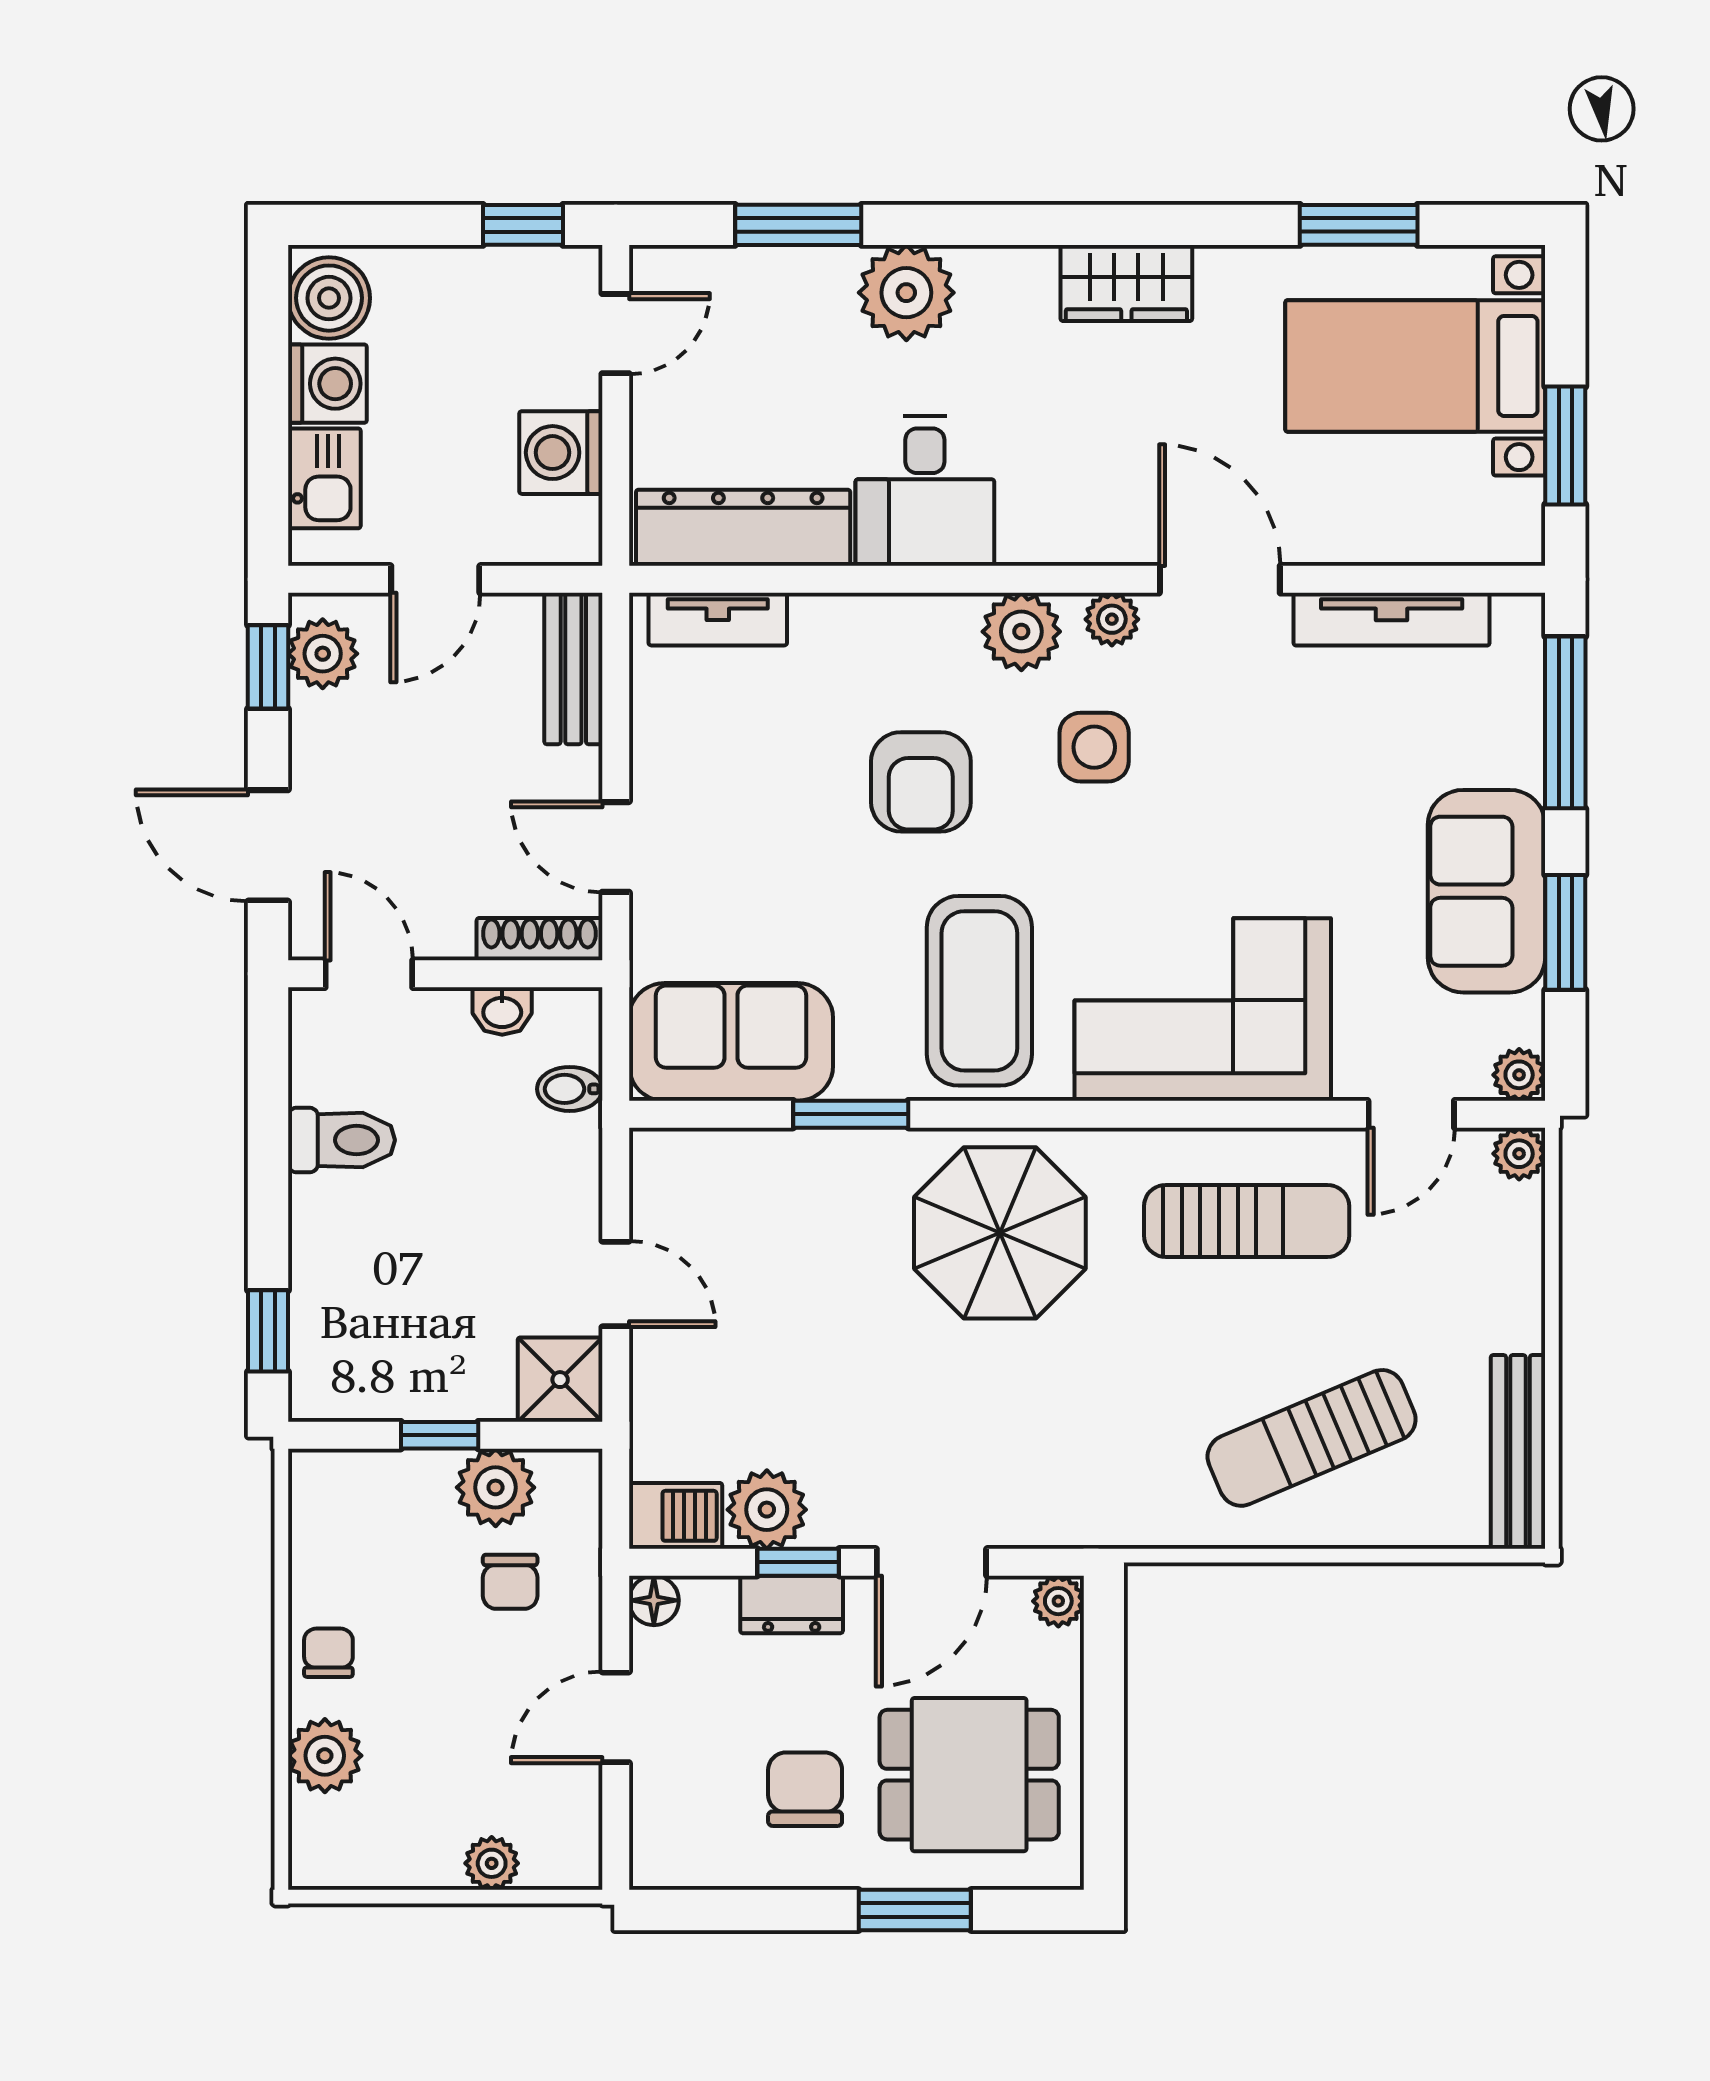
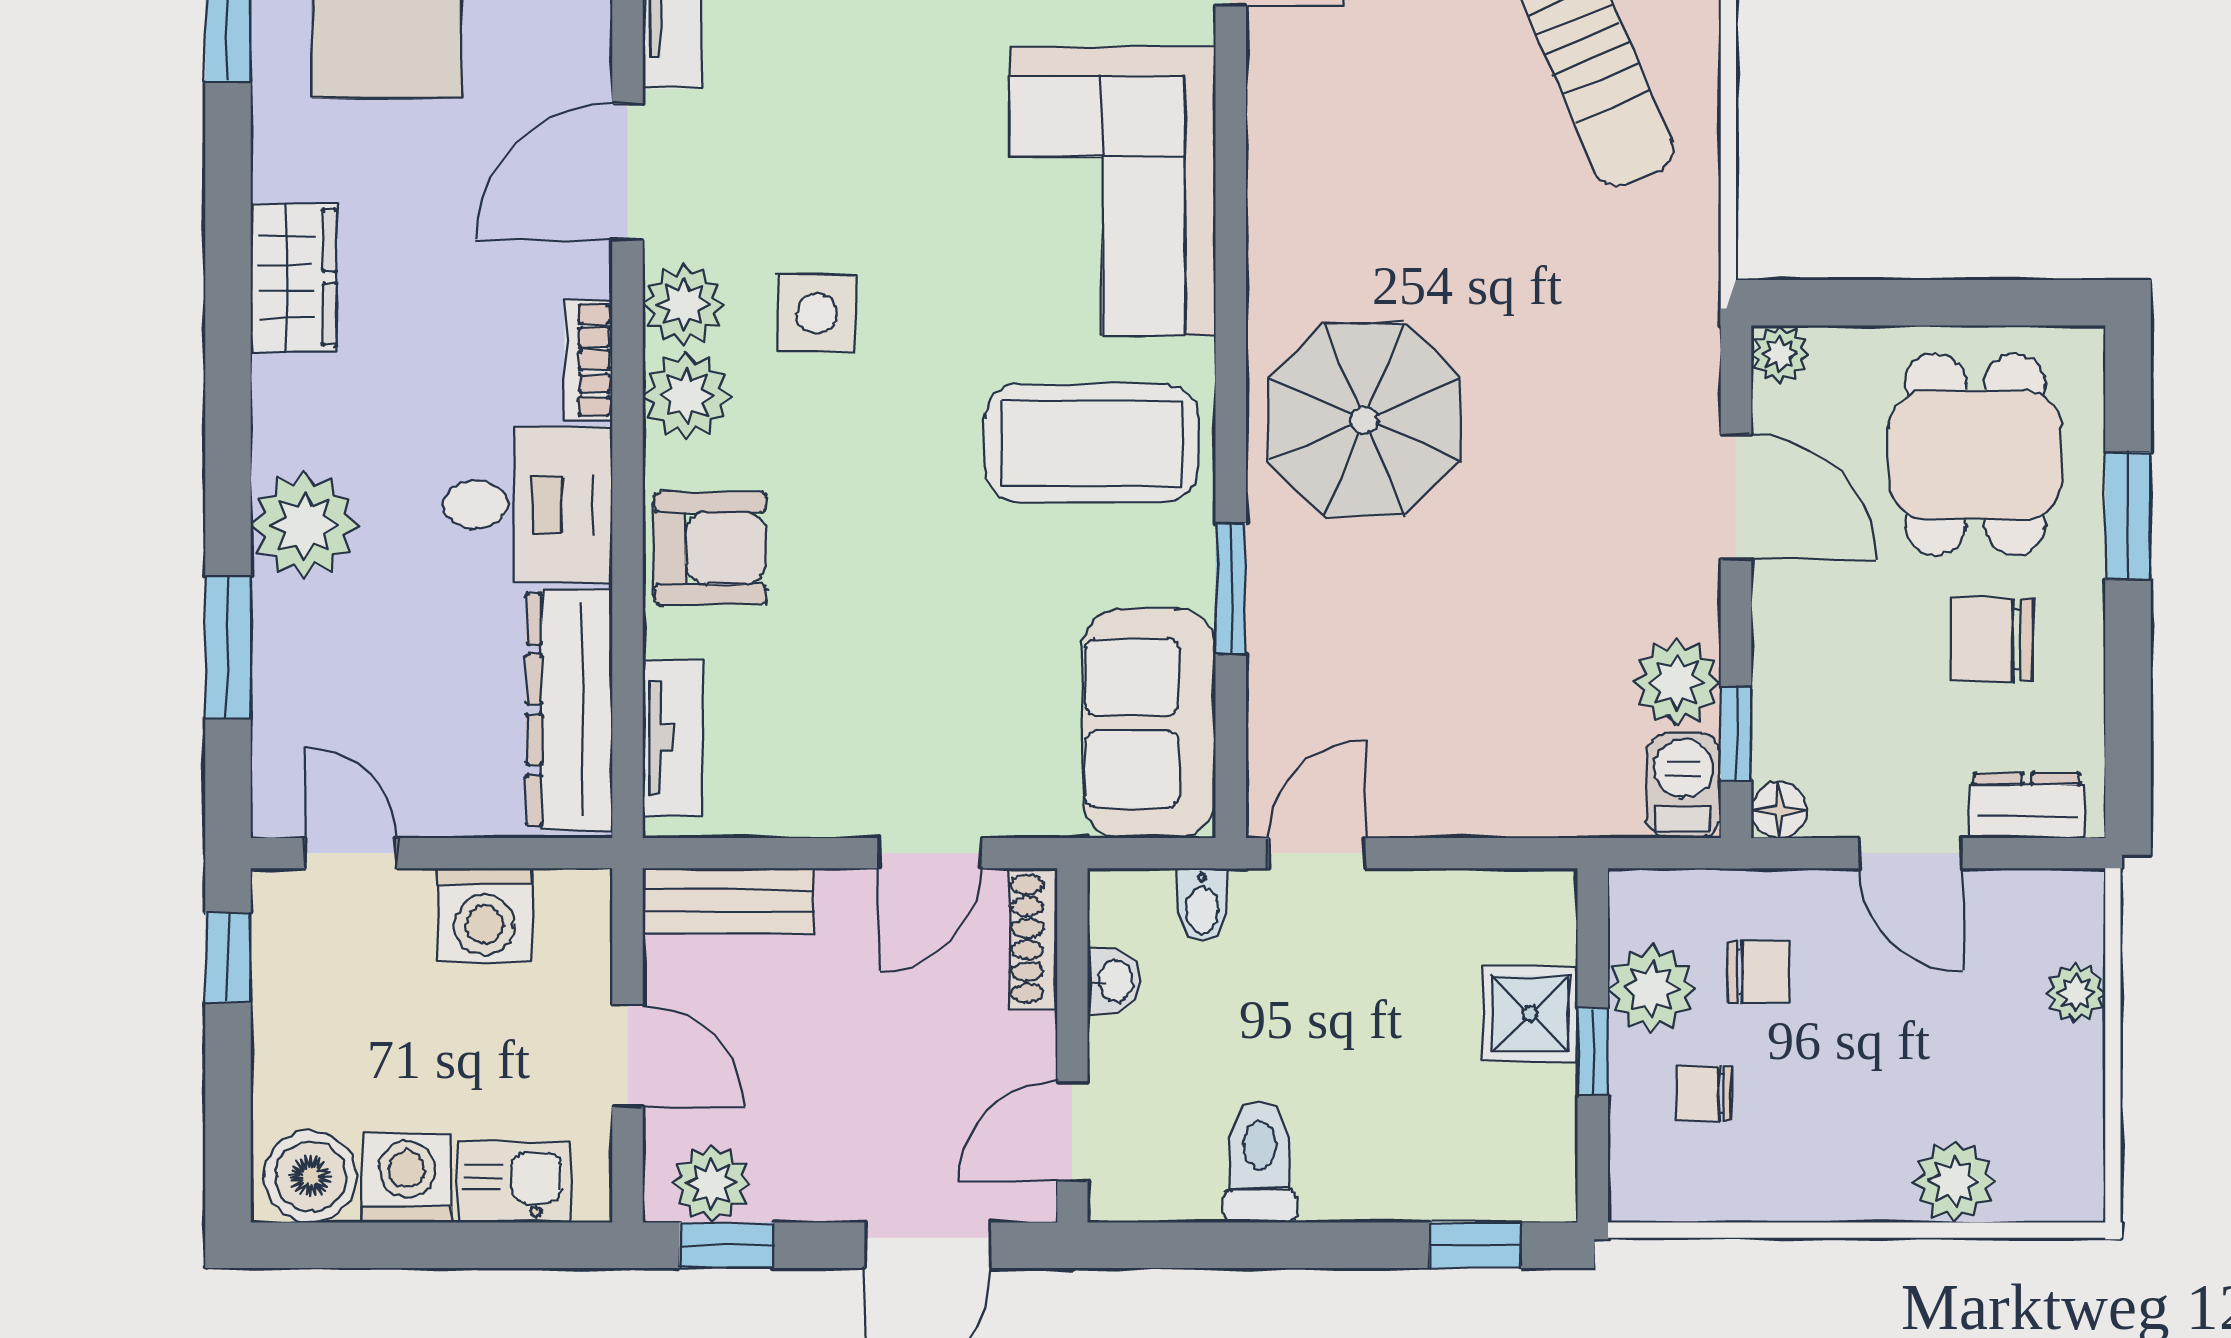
bookcase: (1053, 545) -> (588, 360), added
plant: (1112, 619) -> (684, 305), width x1.38, depth x1.38
armchair: (921, 782) -> (710, 548), moved
sun lounger: (1247, 1221) -> (1351, 142), removed
door: (616, 1284) -> (1317, 853), moved
shower: (560, 1380) -> (1530, 1014), moved
window: (798, 1562) -> (1736, 734), moved
dresser: (792, 1604) -> (2027, 805), moved, turned -90
chair: (328, 1653) -> (1705, 1094), moved

